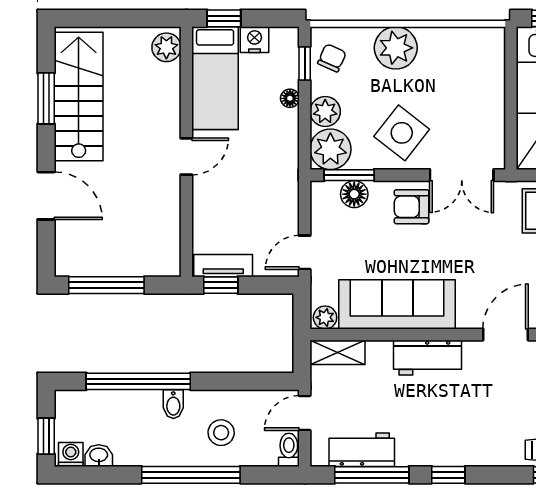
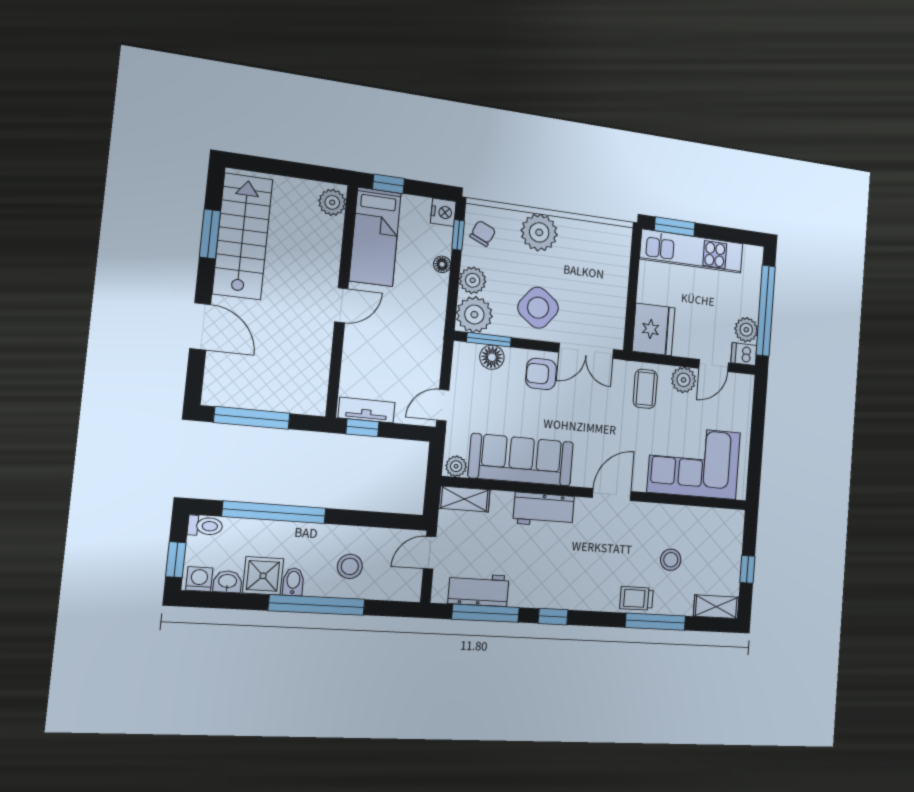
nightstand: (255, 40) -> (443, 212), moved, turned 90
bidet: (173, 404) -> (293, 582), moved, turned 180
shower: (133, 448) -> (263, 576), added
toilet: (289, 450) -> (205, 526), moved, turned 90

